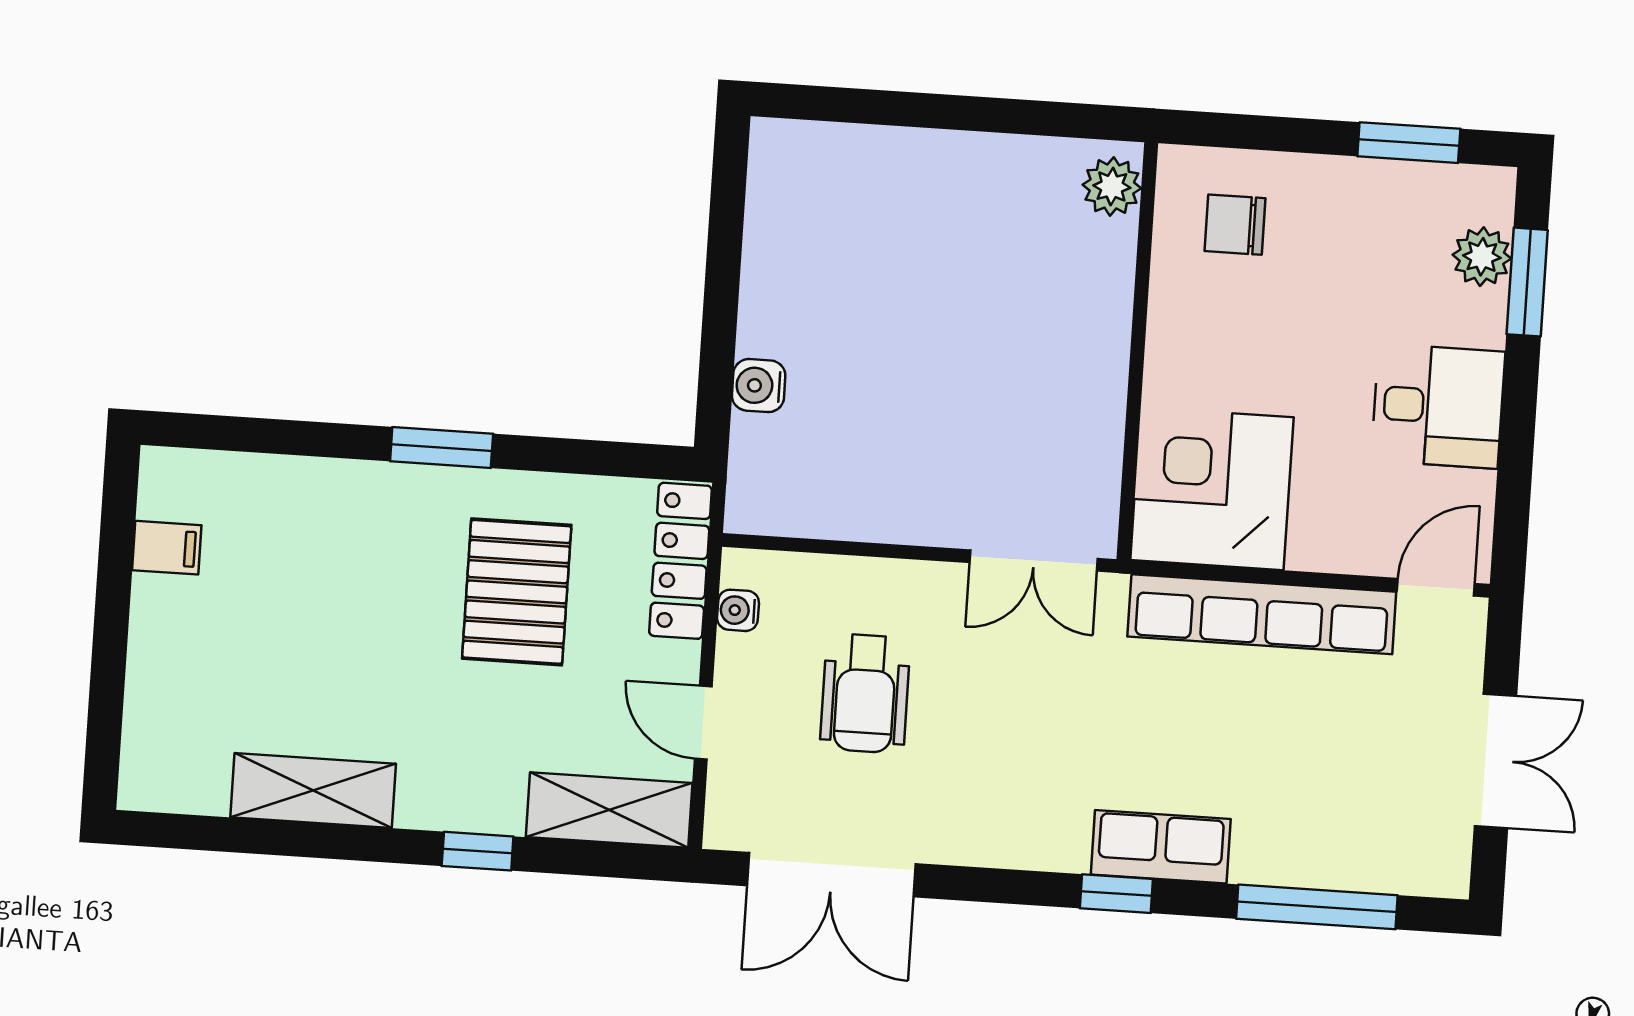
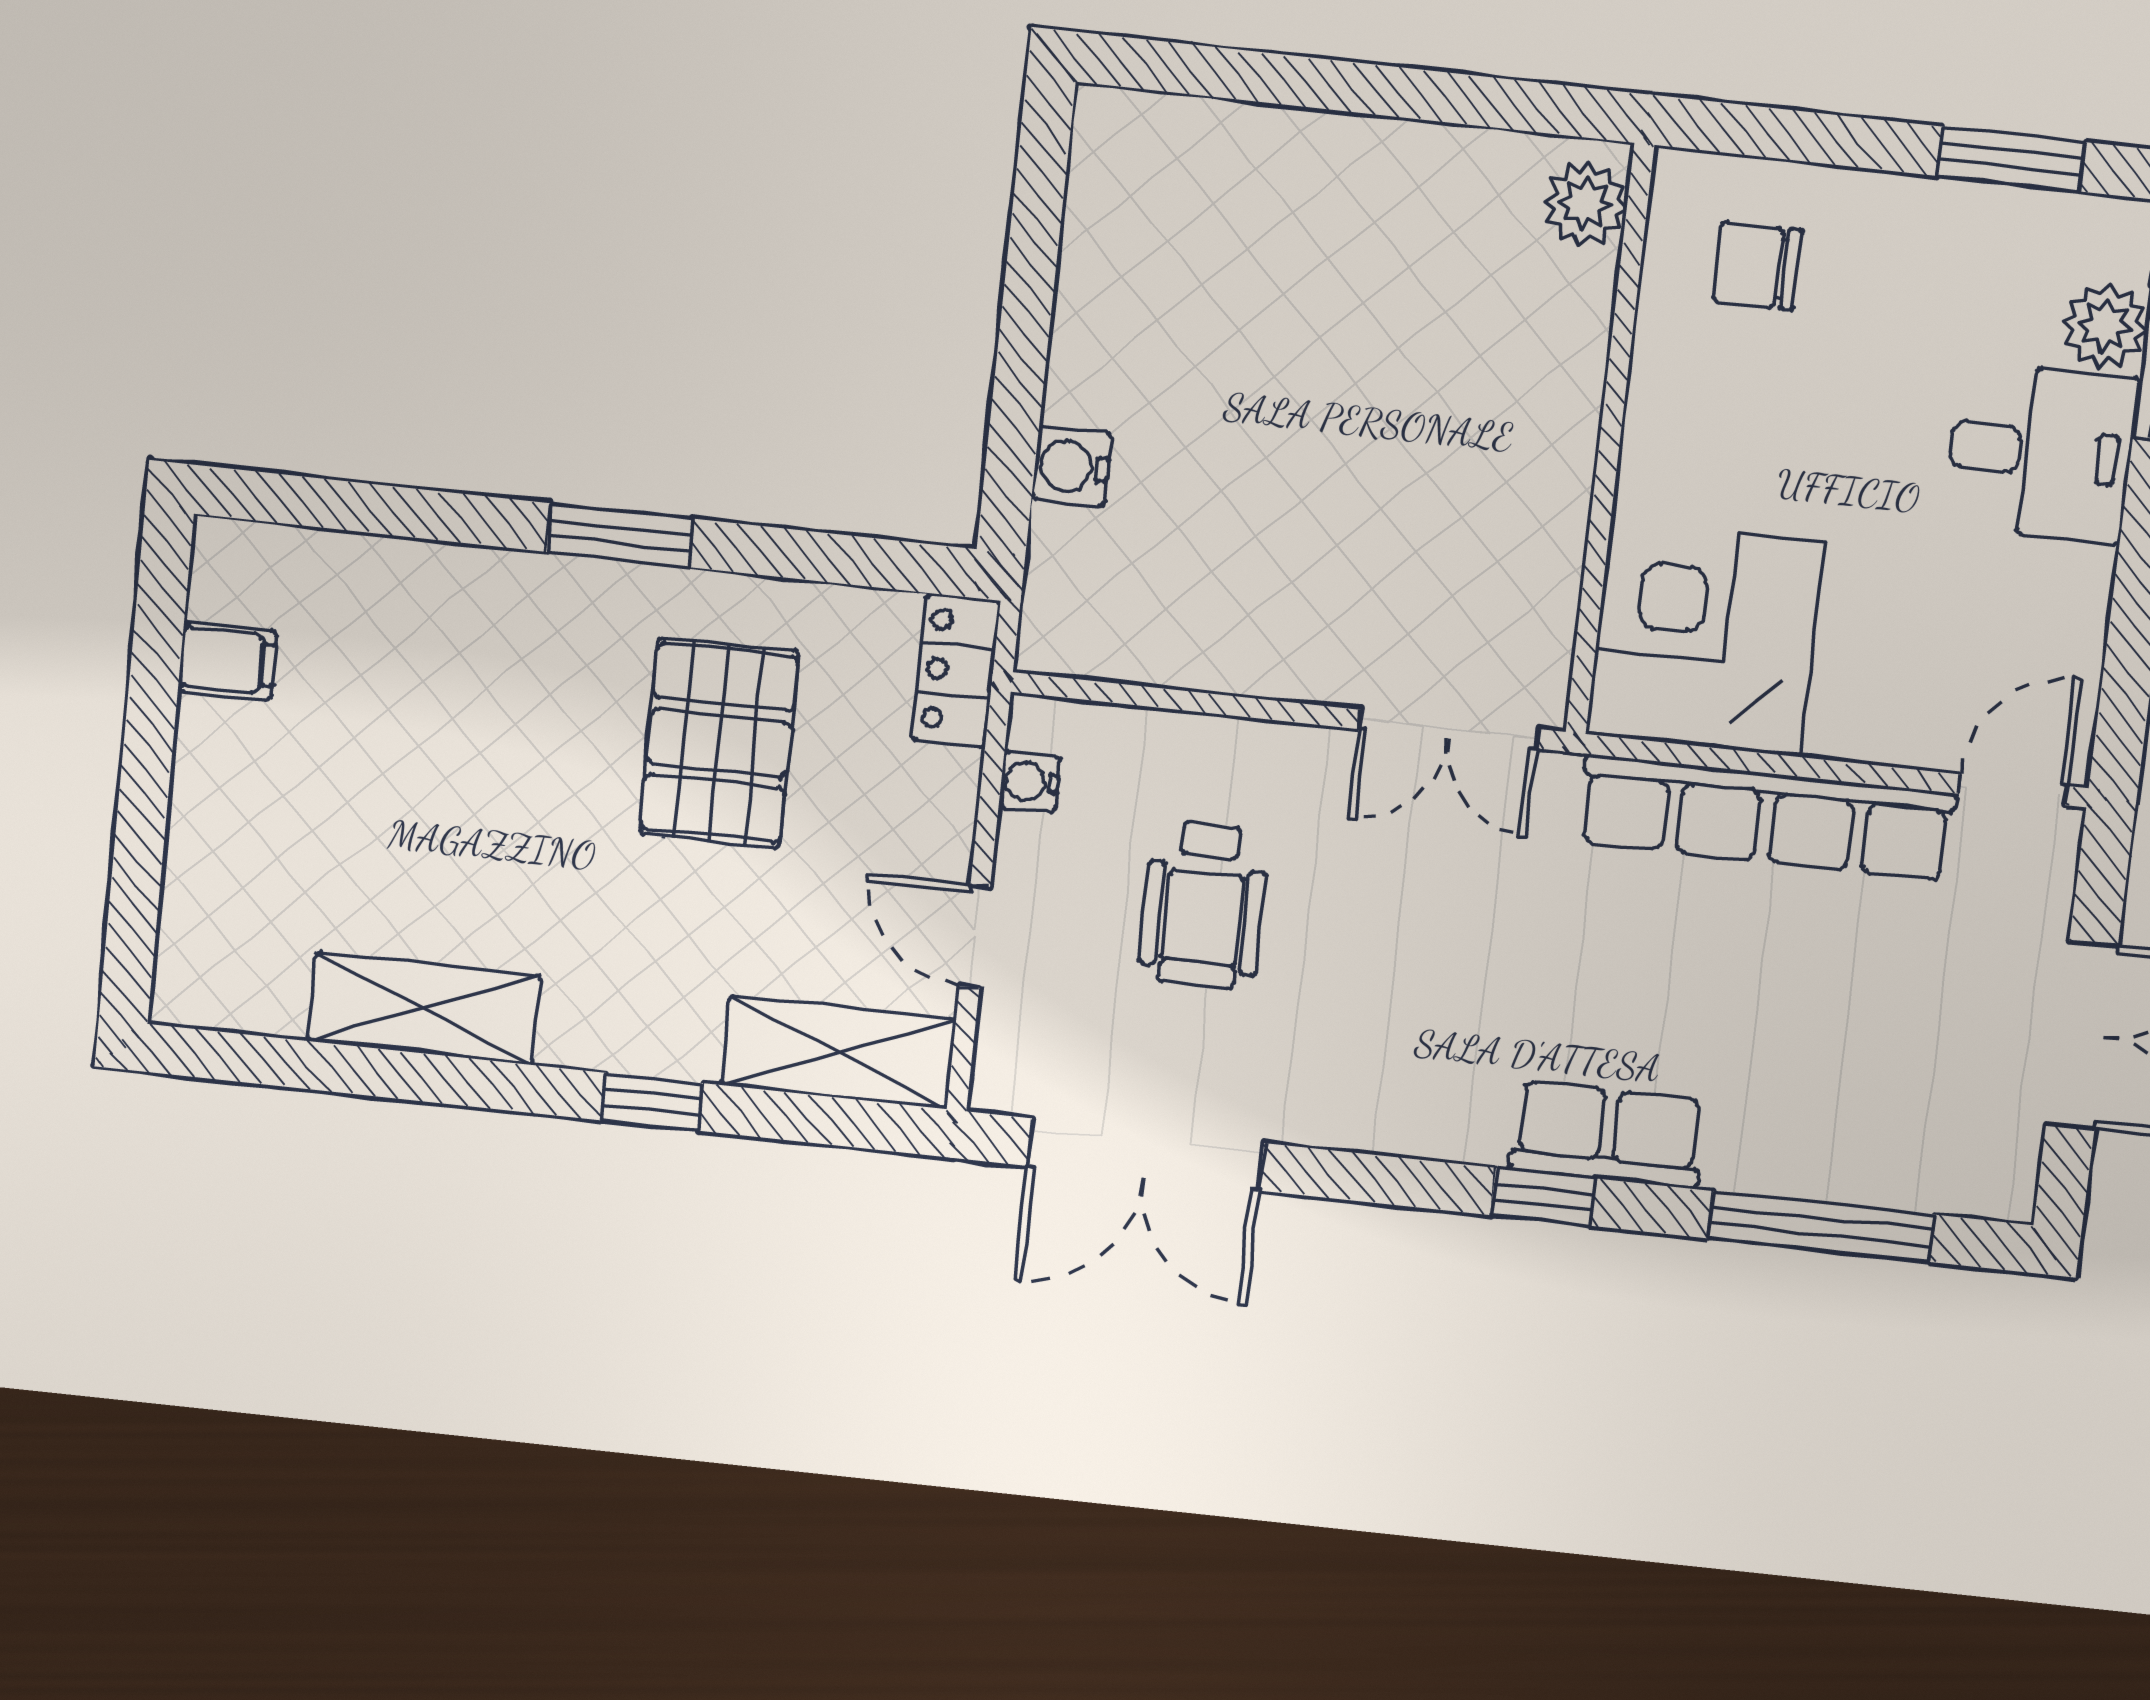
desk: (1438, 406) -> (2041, 452), moved
locker: (681, 561) -> (956, 670), width x0.66

